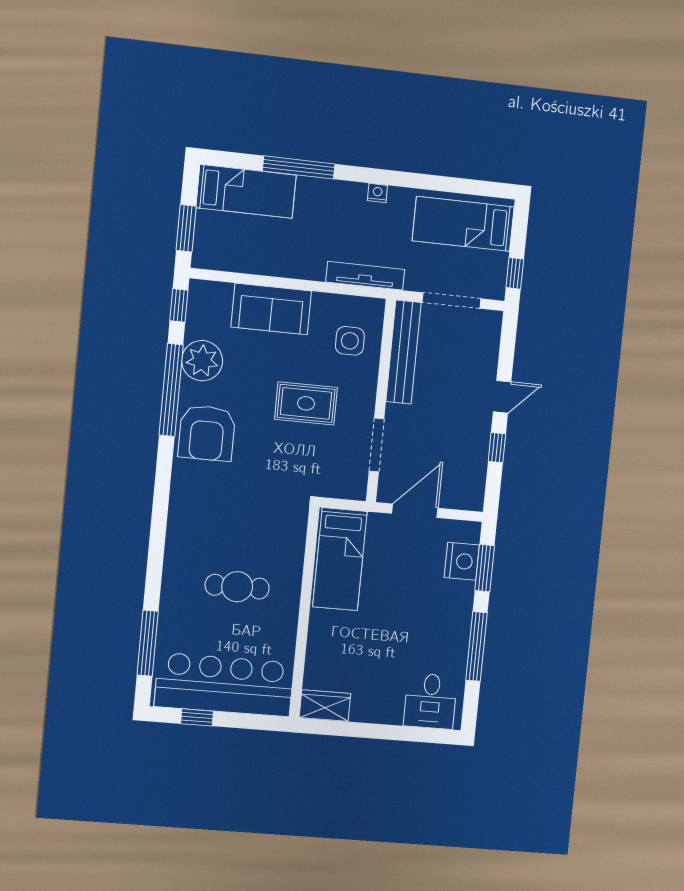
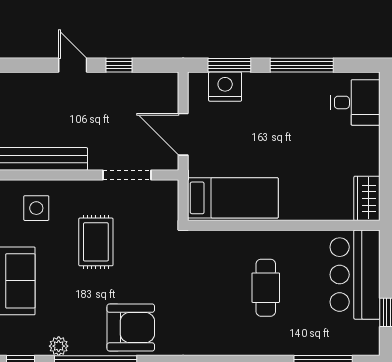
plant: (202, 361) -> (59, 346), width x0.53, depth x0.53
bar counter: (224, 685) -> (355, 275), width x0.73

